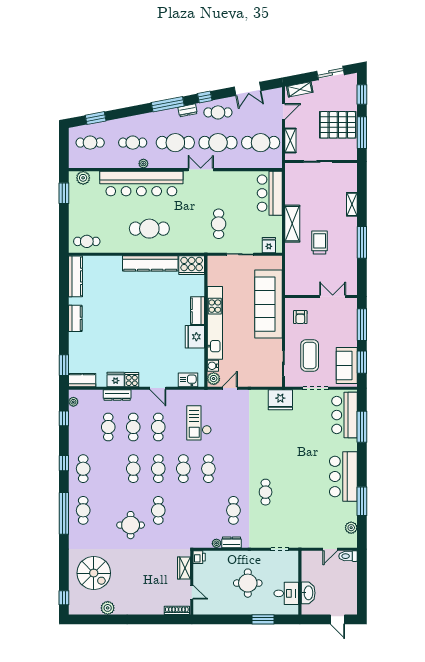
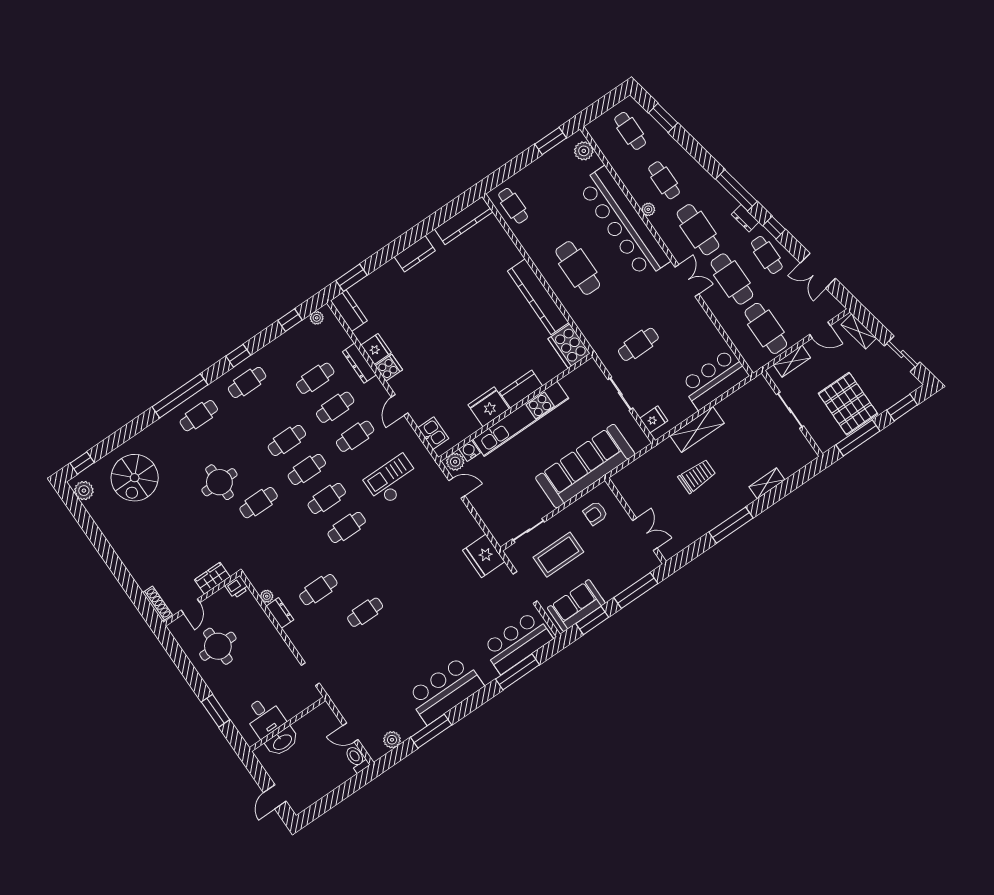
round table: (248, 583) -> (218, 646), moved
plant: (108, 608) -> (84, 491), moved

